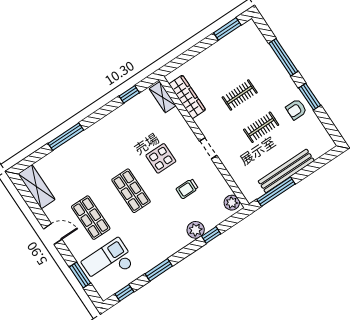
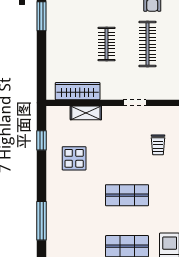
shelving: (163, 97) -> (86, 113), moved
clothes rail: (261, 127) -> (147, 44), width x1.36
display table: (161, 158) -> (74, 158), moved

